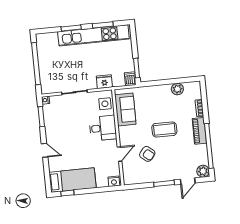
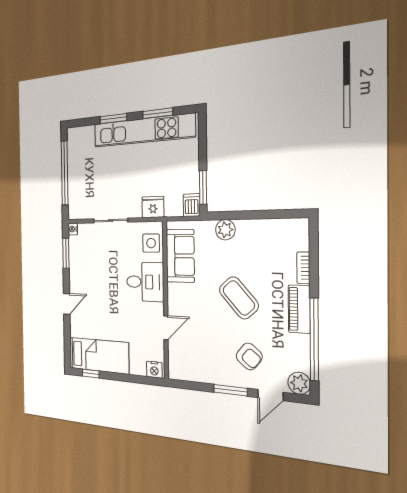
plant: (177, 89) -> (225, 230), moved
coffee table: (164, 129) -> (239, 298), turned 48
door: (45, 150) -> (67, 304), hinge flipped
armchair: (147, 154) -> (249, 356), moved

